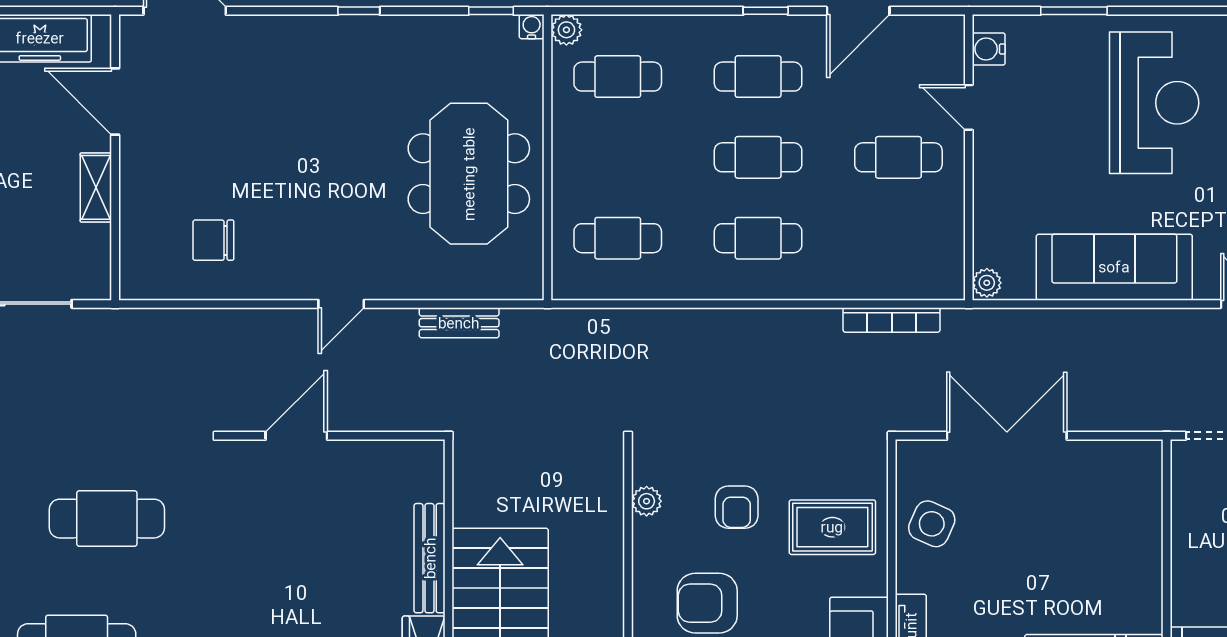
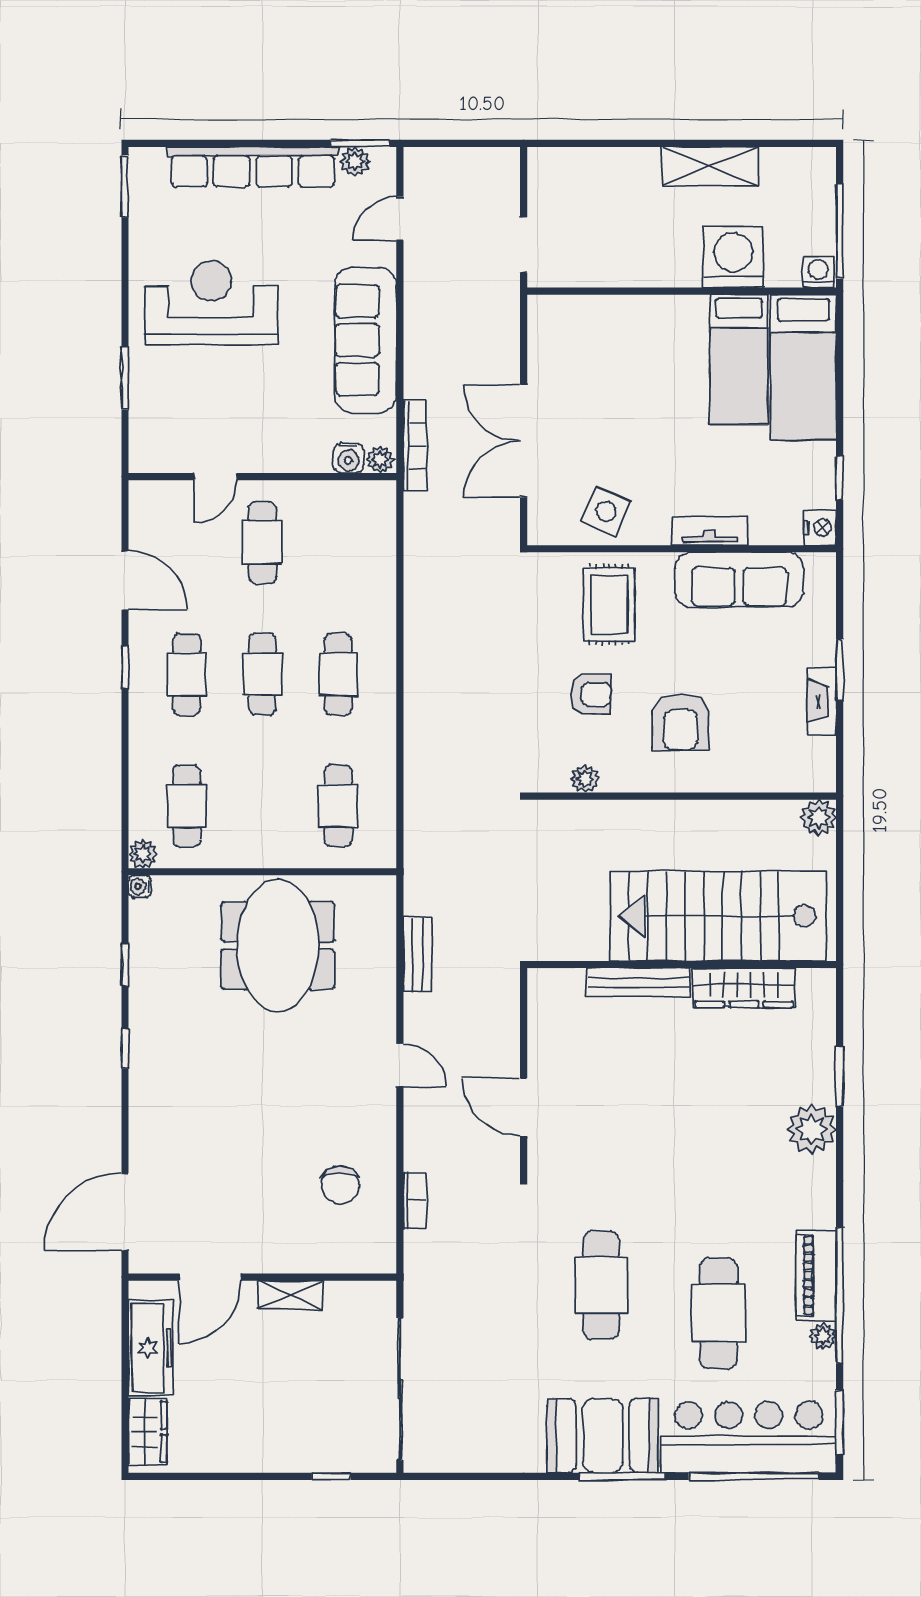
window: (491, 11) -> (125, 965), moved
water cooler: (989, 49) -> (349, 458), moved
meeting table: (469, 174) -> (278, 945), turned 90
bookcase: (197, 320) -> (415, 1201), added
bookcase: (892, 320) -> (415, 446), moved

